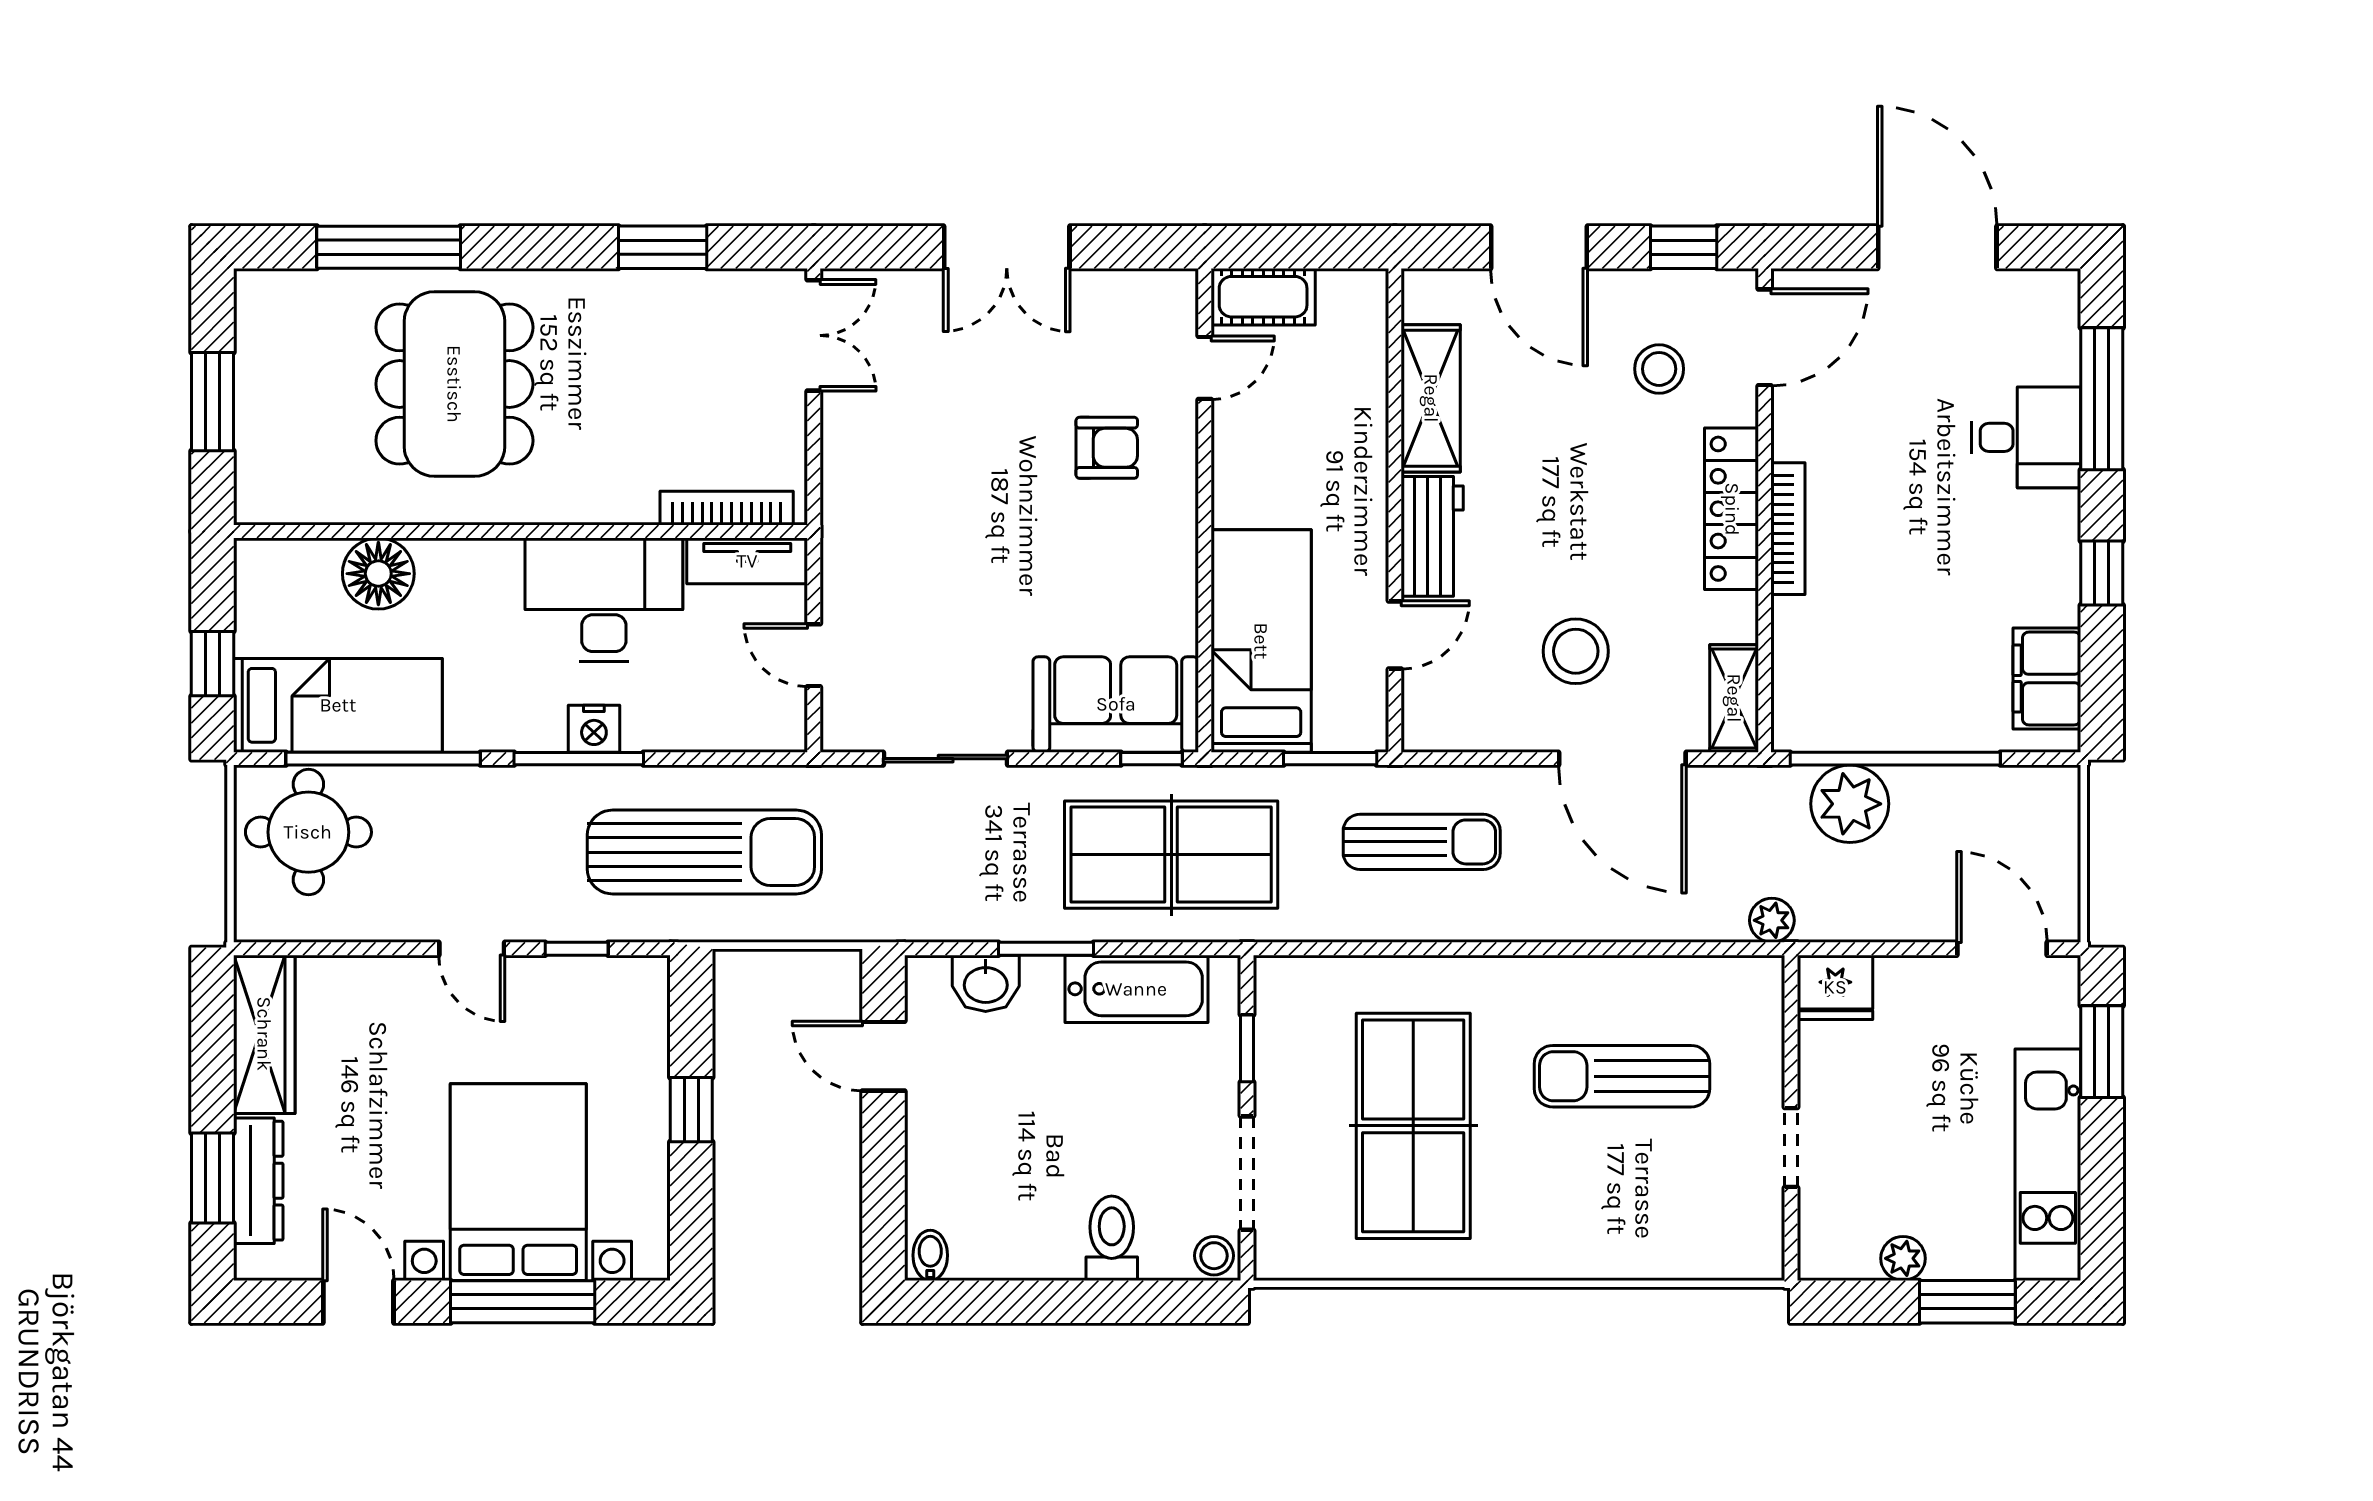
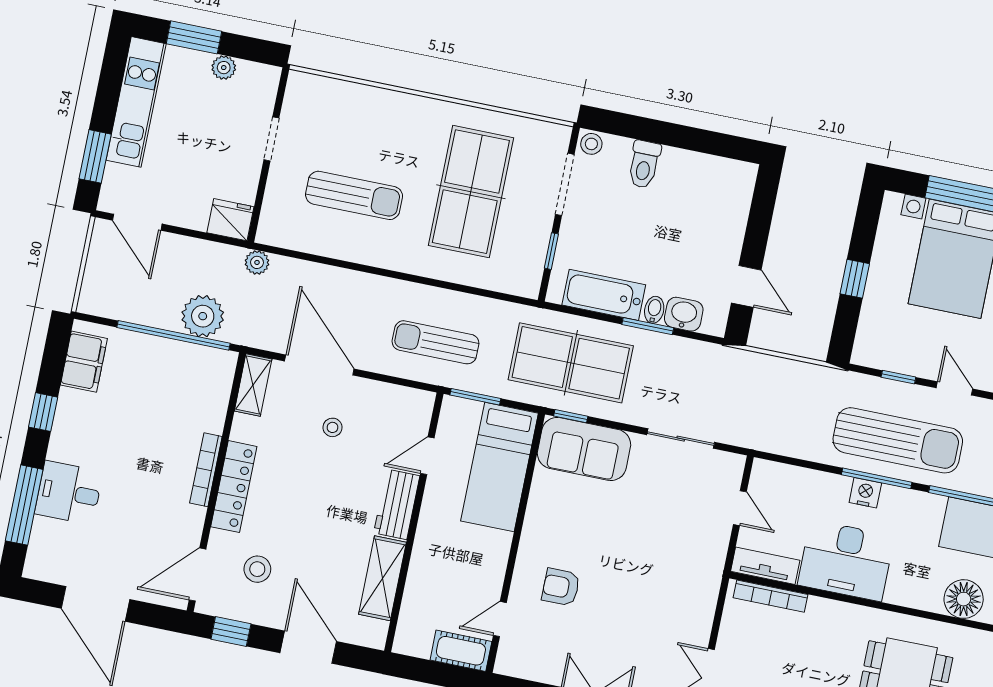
stool: (1576, 651) -> (333, 427), width x0.53, depth x0.53
sun lounger: (704, 852) -> (898, 440), moved, turned 180
bidet: (930, 1255) -> (654, 310), moved, turned 180

